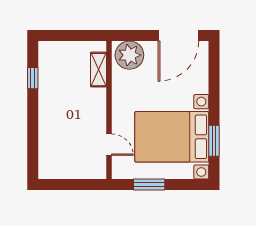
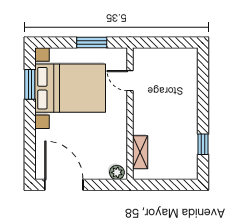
door: (178, 36) -> (64, 185), hinge flipped
plant: (129, 55) -> (117, 172), width x0.53, depth x0.53

